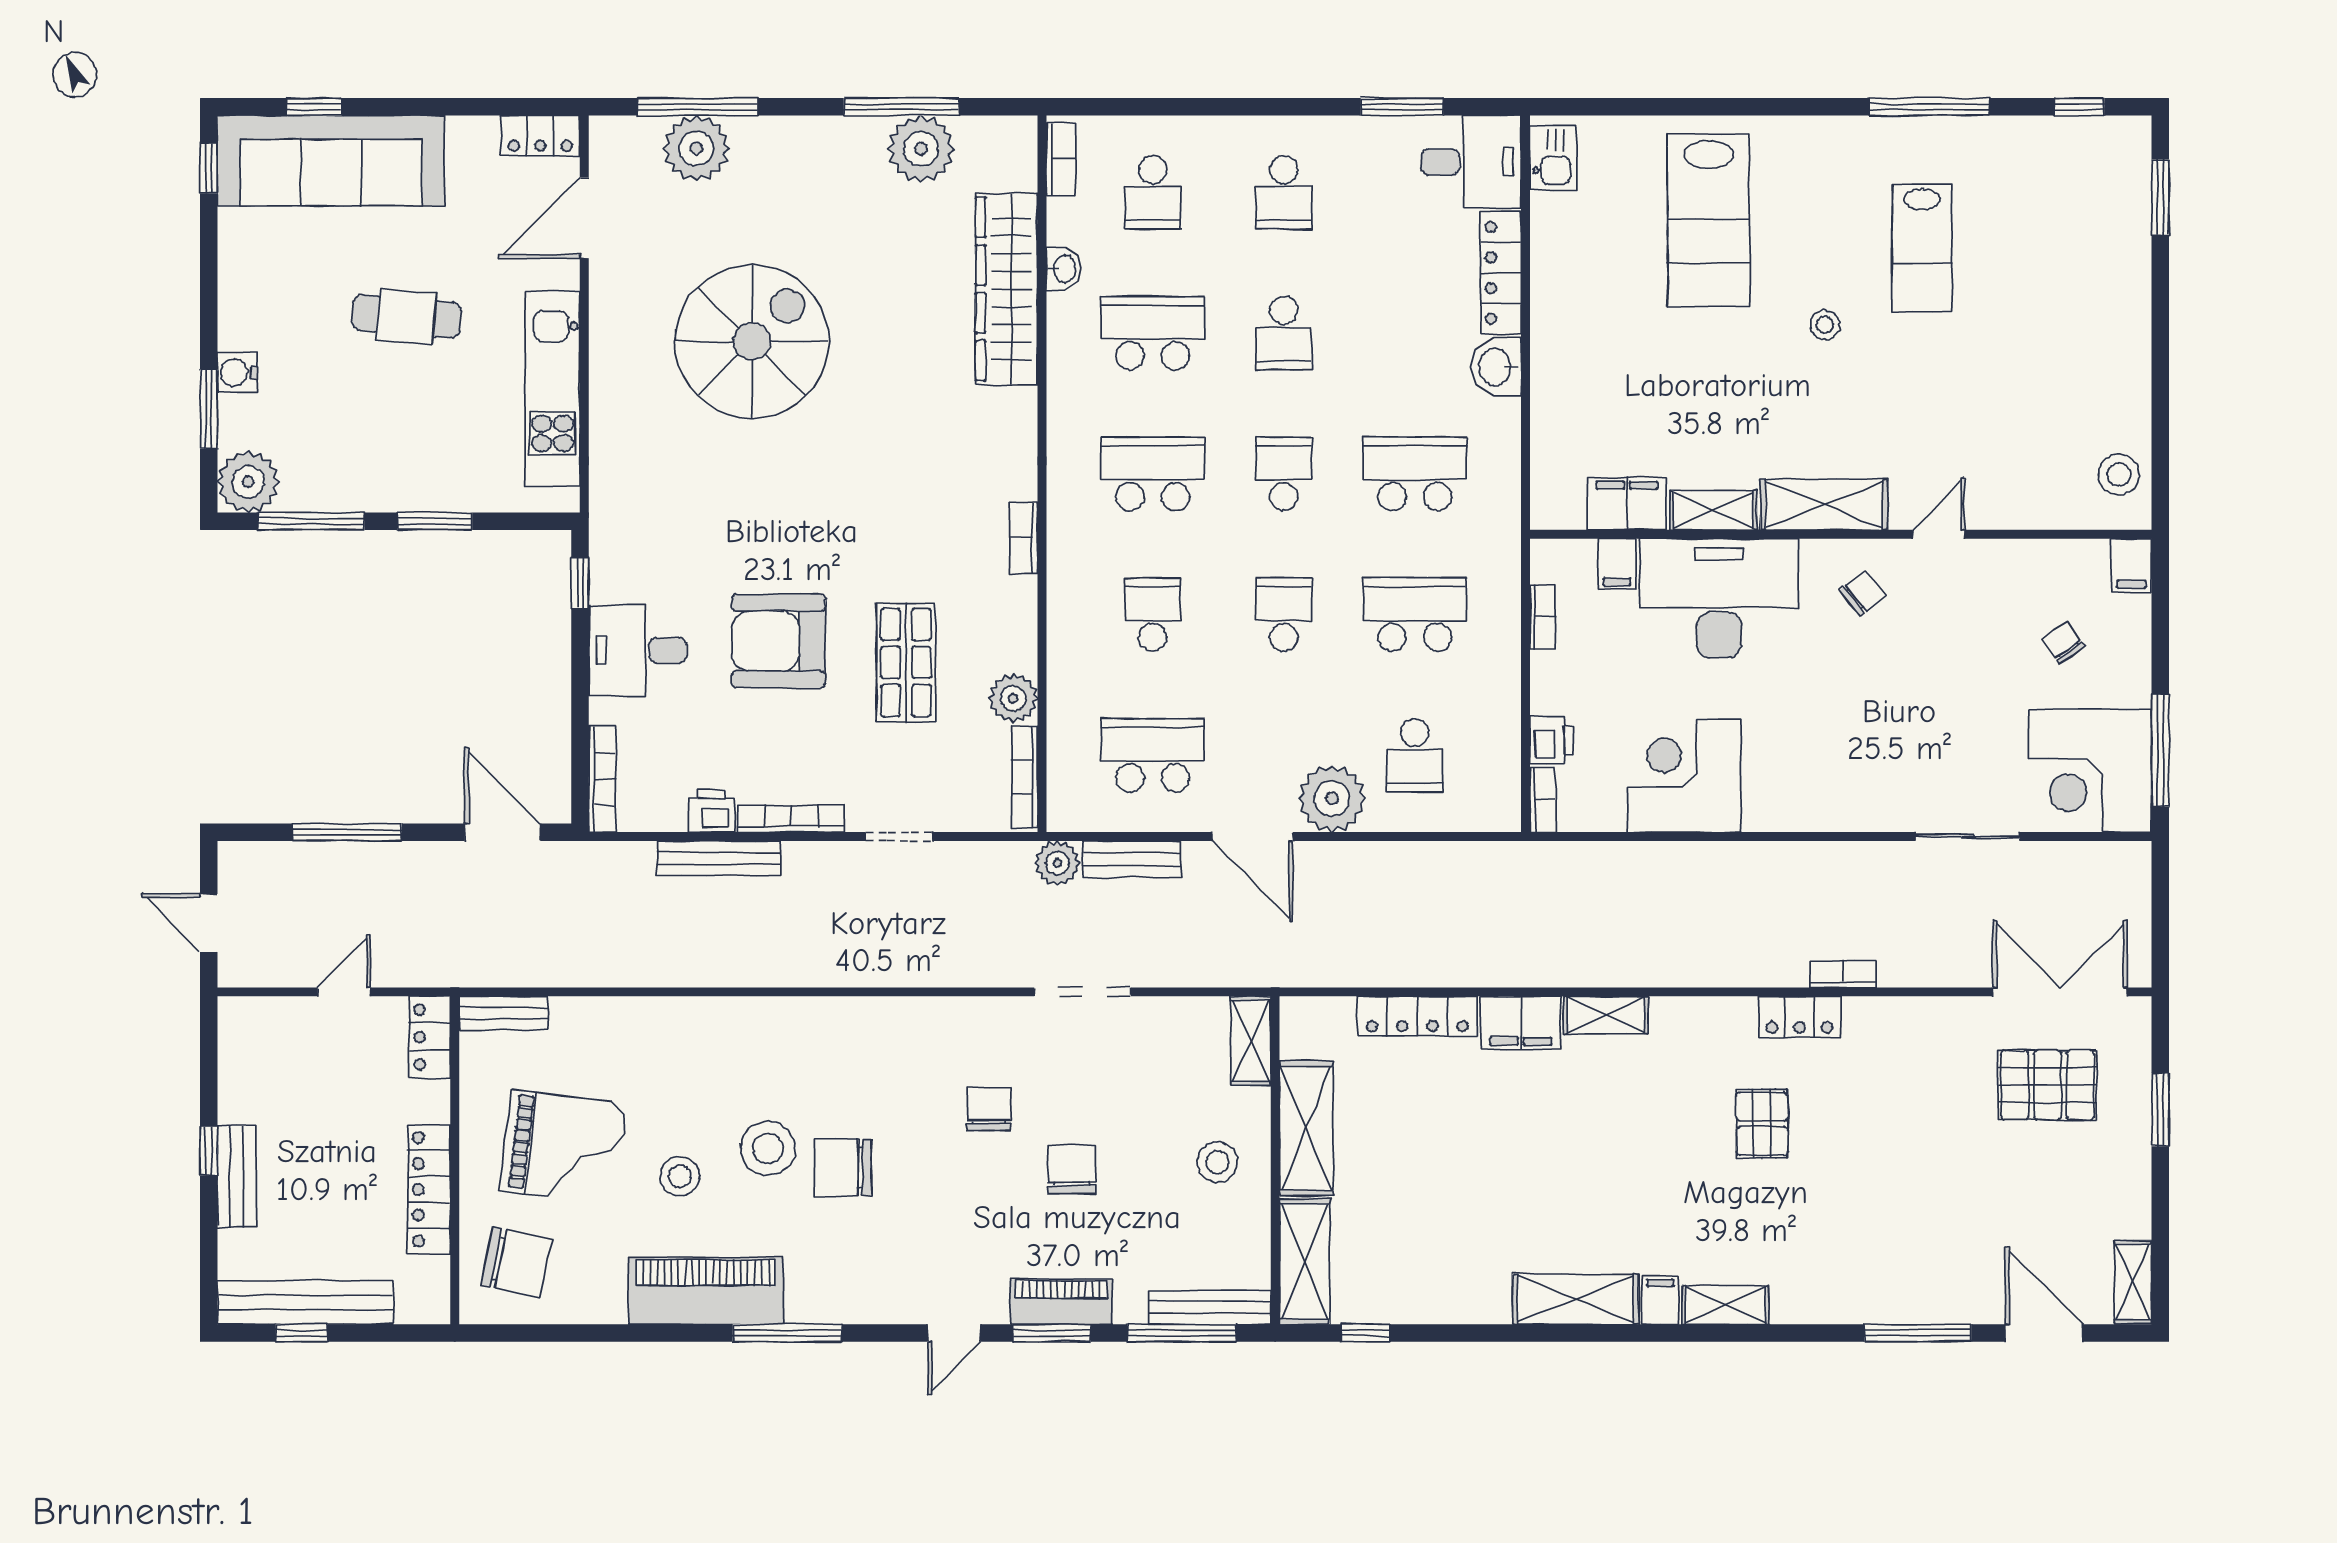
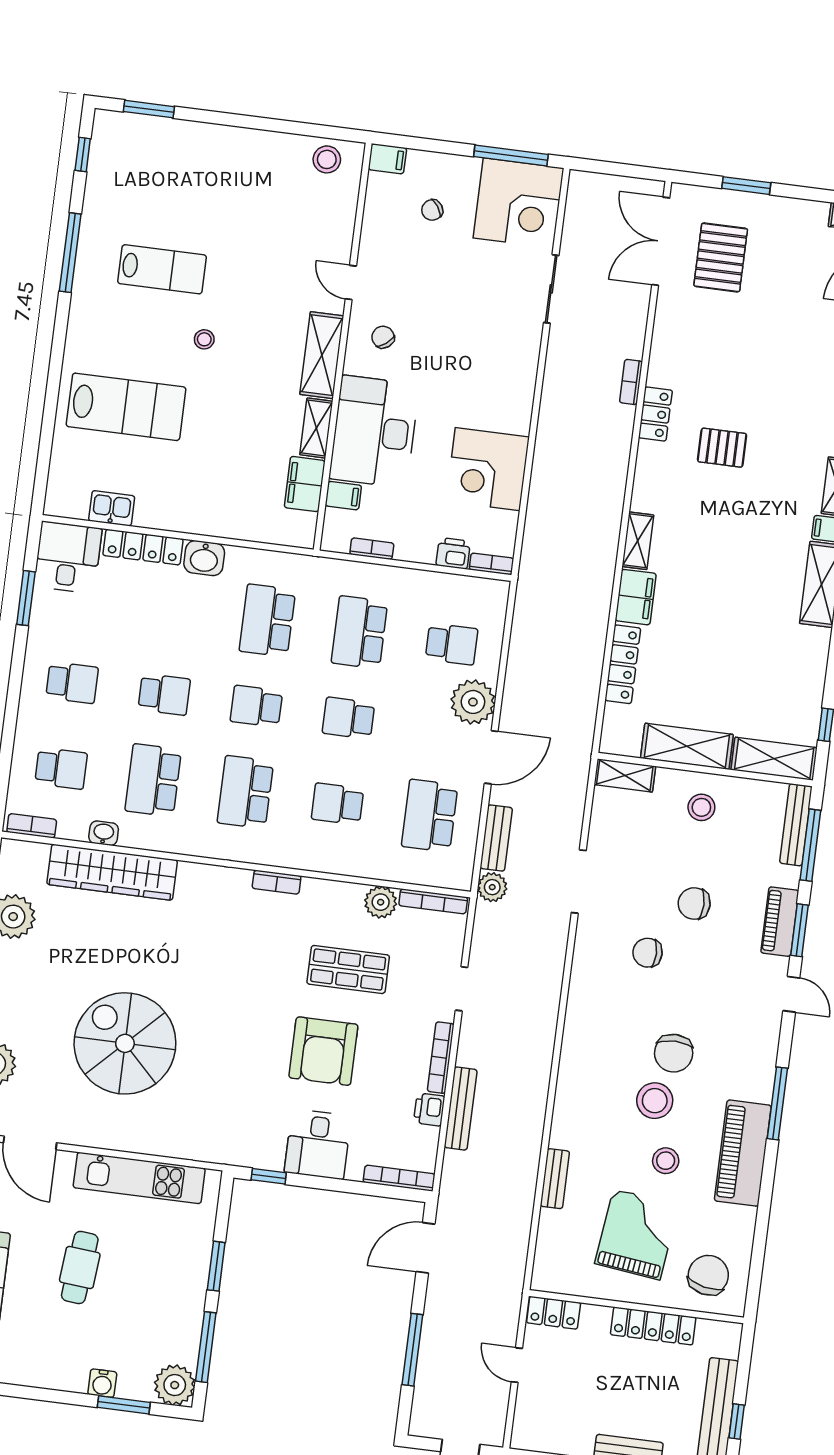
kitchen sink: (1553, 157) -> (112, 508), moved
bench: (503, 1013) -> (555, 1179), moved

